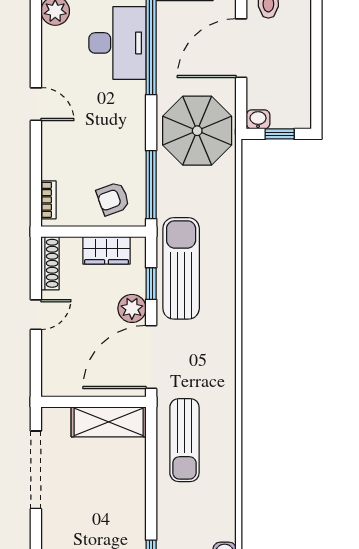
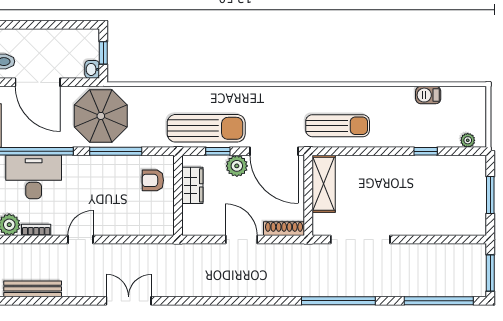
window: (151, 185) -> (116, 151), moved
armchair: (113, 199) -> (153, 180), turned 110
bookcase: (48, 200) -> (36, 230), moved
shoe rack: (50, 263) -> (284, 229), moved
sun lounger: (181, 268) -> (206, 128), turned 180
door: (36, 315) -> (242, 239), width x1.37

